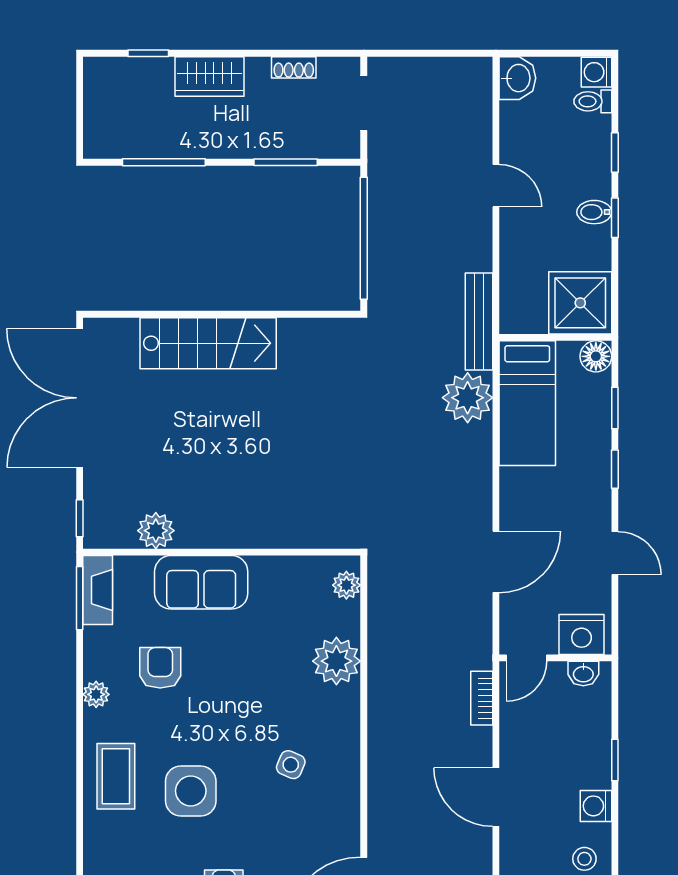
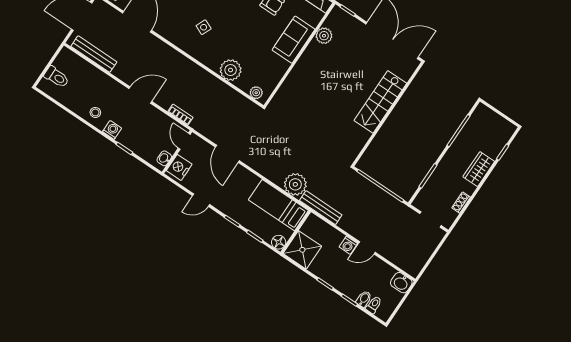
washing machine: (596, 72) -> (348, 245), moved, turned 180
bidet: (594, 212) -> (364, 299), moved

